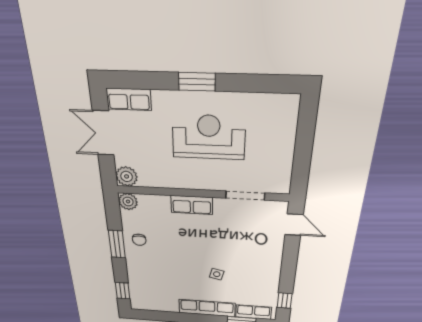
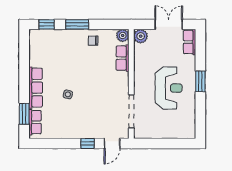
doorway: (245, 195) -> (131, 111), width x1.36
row of seats: (192, 205) -> (123, 58), moved
window: (117, 244) -> (77, 24), moved
window: (285, 301) -> (87, 144), moved

